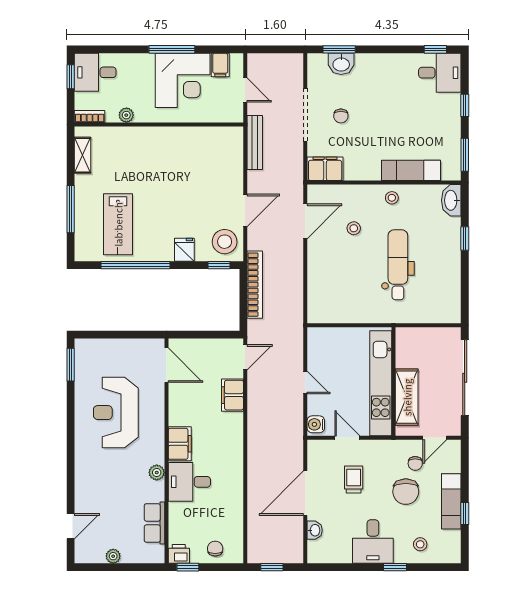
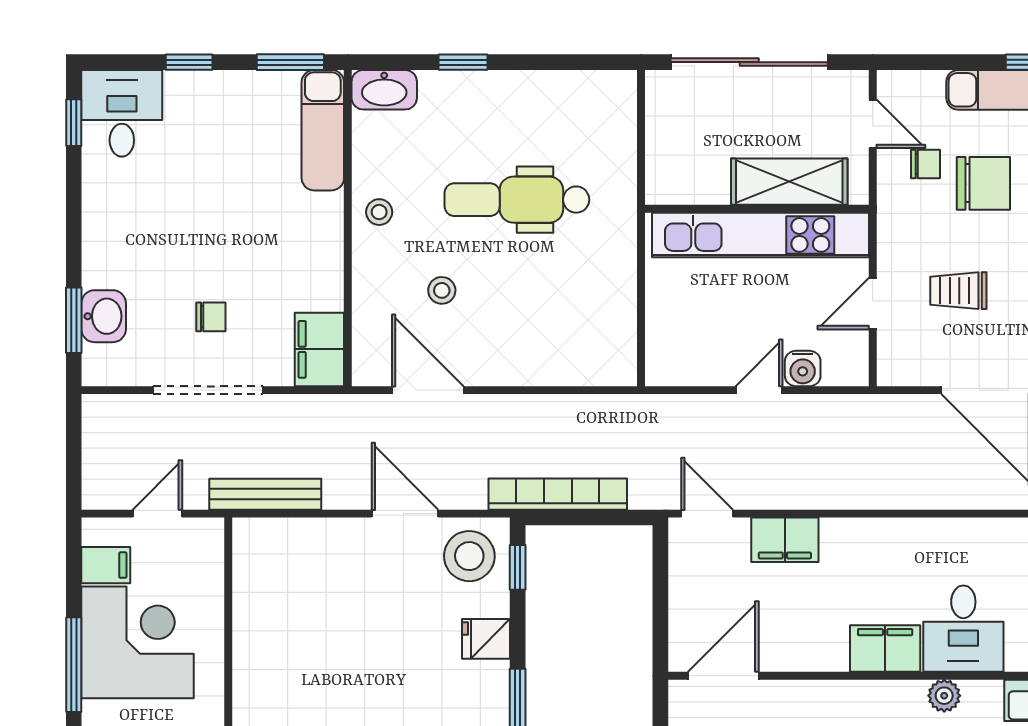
exam couch: (411, 170) -> (323, 130), moved
water cooler: (316, 424) -> (803, 369), moved

